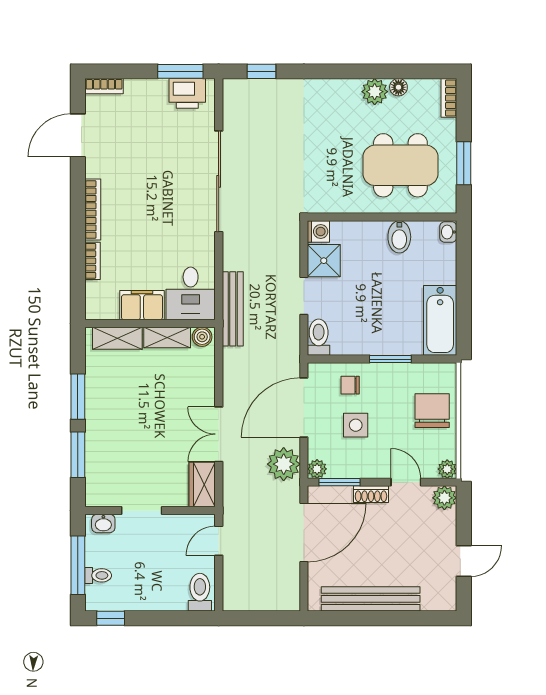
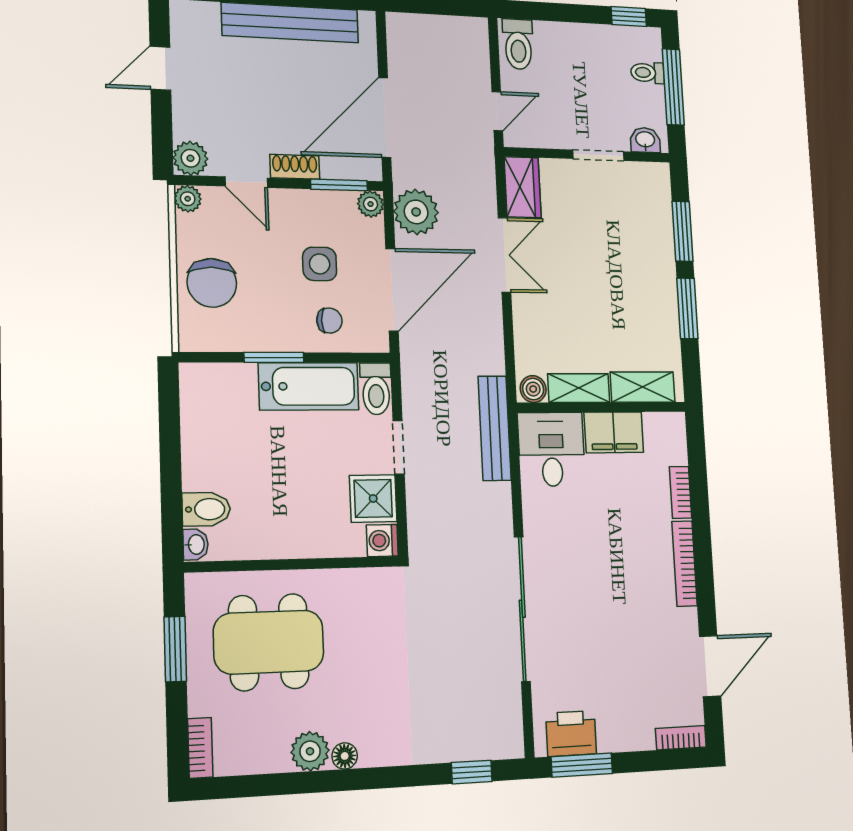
floor lamp: (398, 87) -> (345, 756), moved
bidet: (399, 237) -> (206, 509), moved, turned 90
bathtub: (440, 320) -> (309, 386), moved, turned 90

